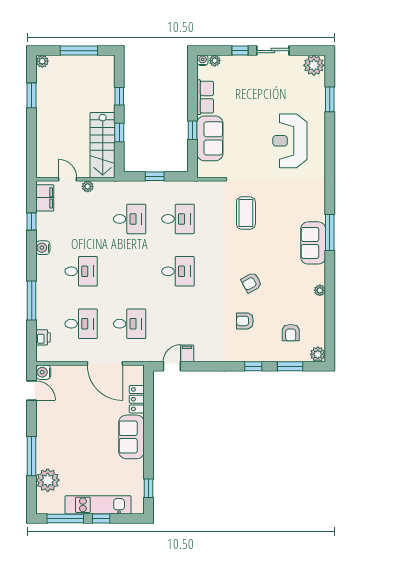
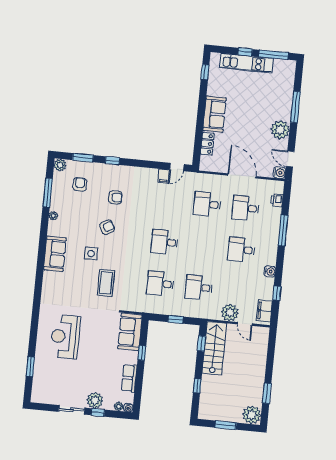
window: (79, 51) -> (226, 425), width x0.69
plant: (42, 61) -> (252, 415), width x1.88, depth x1.88
plant: (314, 65) -> (95, 400), moved
window: (119, 133) -> (201, 343), moved
sofa: (210, 138) -> (130, 332), moved
reception desk: (290, 141) -> (65, 337), turned 180
plant: (88, 186) -> (230, 313), width x1.88, depth x1.88
window: (330, 233) -> (48, 193), moved
side table: (268, 248) -> (91, 254), added
door: (105, 363) -> (242, 176), moved
plant: (48, 480) -> (280, 130), moved

